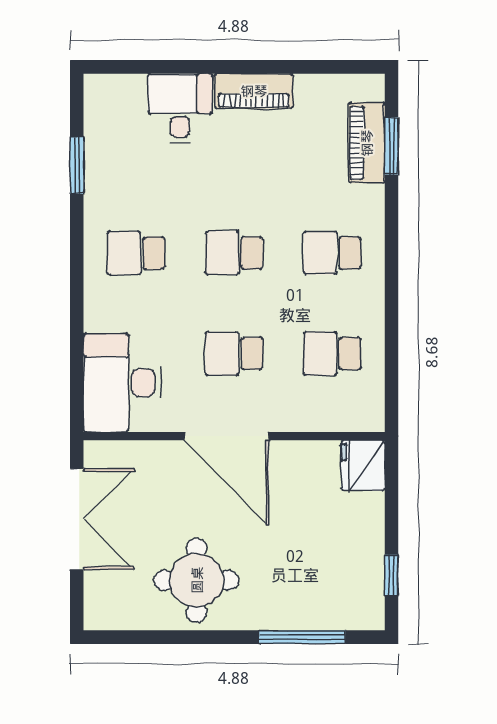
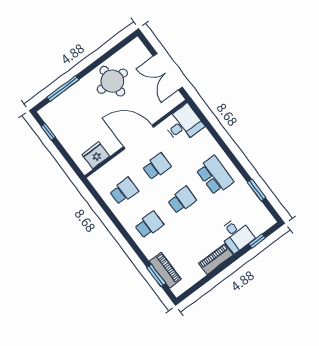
window: (149, 67) -> (257, 241), added
school desk: (136, 253) -> (215, 176), width x1.85
desk: (122, 383) -> (183, 124), width x0.73
fridge: (363, 465) -> (96, 155), moved, turned -90

